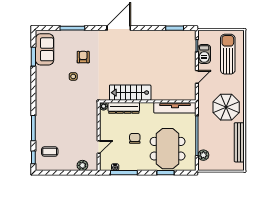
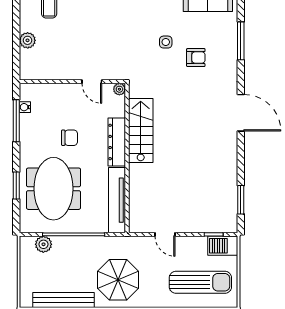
barbecue: (204, 54) -> (223, 246), moved
dresser: (124, 108) -> (117, 142), moved
door: (99, 147) -> (92, 82), moved
meeting table: (168, 149) -> (53, 189), turned 90
plant: (82, 165) -> (28, 40), moved

